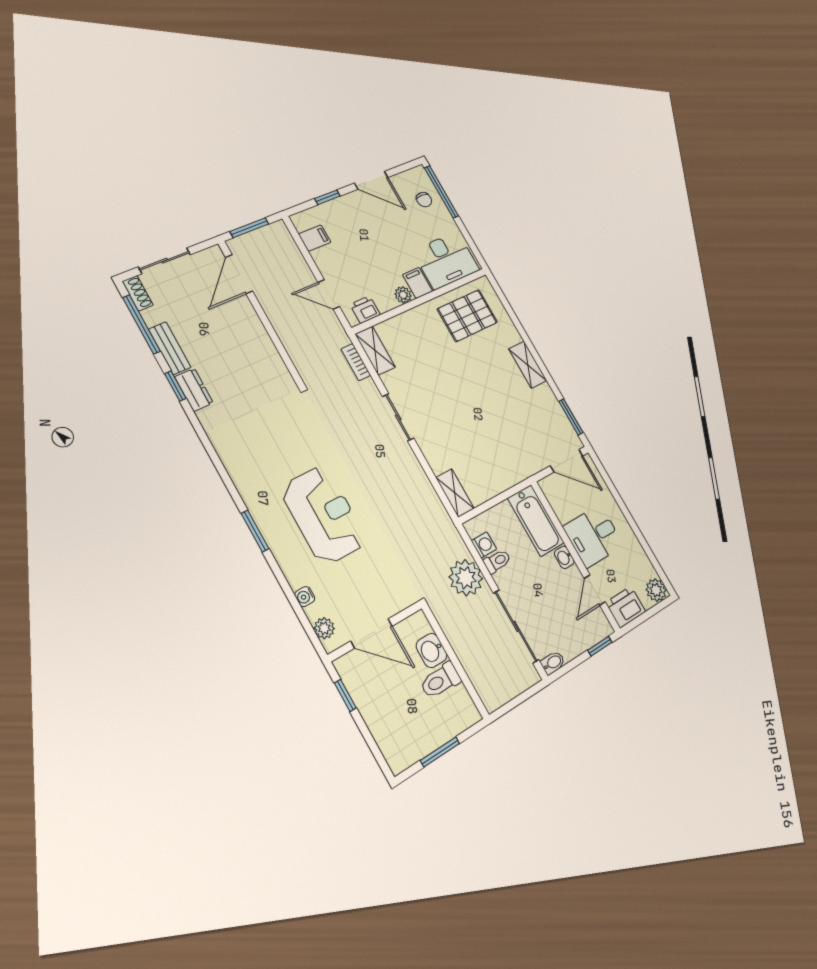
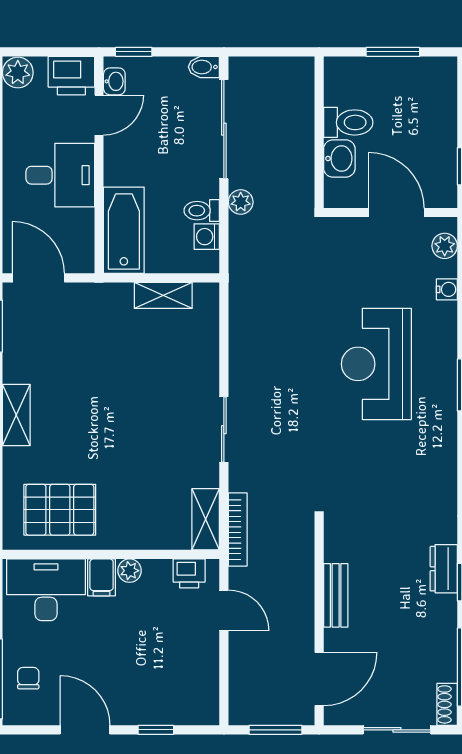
filing cabinet: (315, 238) -> (202, 686), removed
bench: (170, 348) -> (336, 595), moved
bookcase: (356, 362) -> (238, 530), width x1.56
shelving: (455, 493) -> (163, 295), moved, turned 90
washbasin: (564, 557) -> (114, 81), moved
plant: (466, 578) -> (241, 202), width x0.53, depth x0.53

